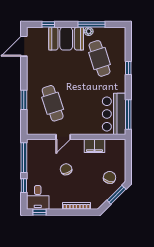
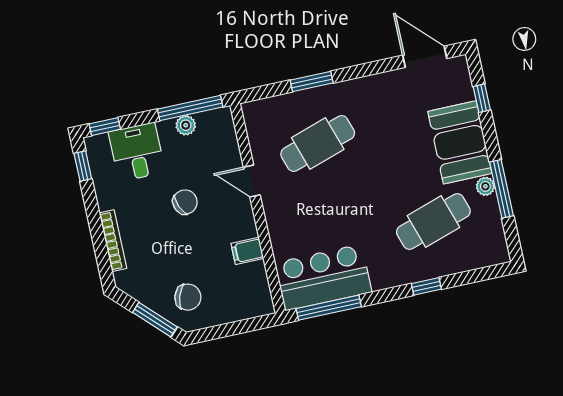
filing cabinet: (94, 146) -> (247, 251), width x0.50
plant: (31, 161) -> (186, 125), added
window: (24, 186) -> (105, 127), moved
desk: (38, 197) -> (137, 152), moved, turned 90

